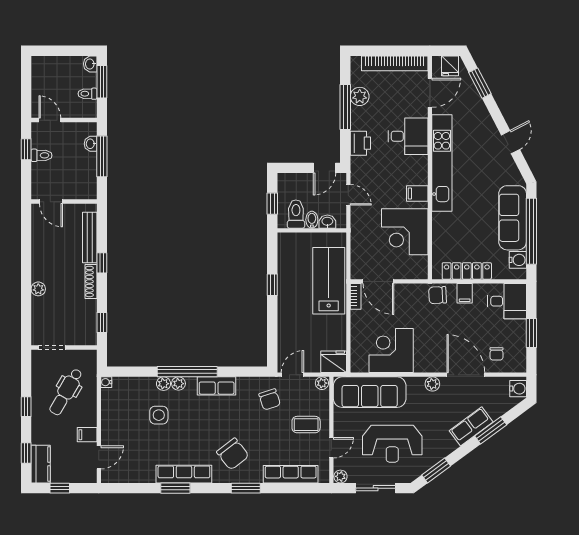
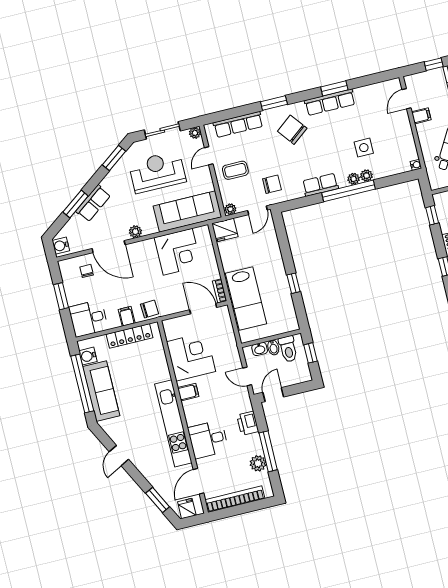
chair: (270, 399) -> (272, 184), turned 108

